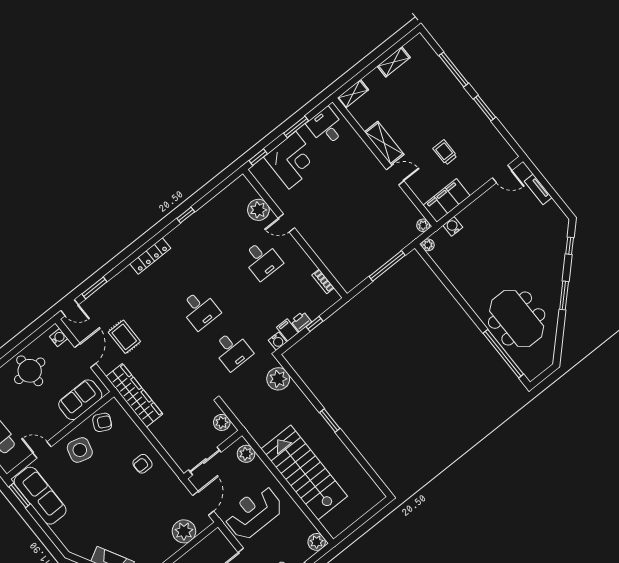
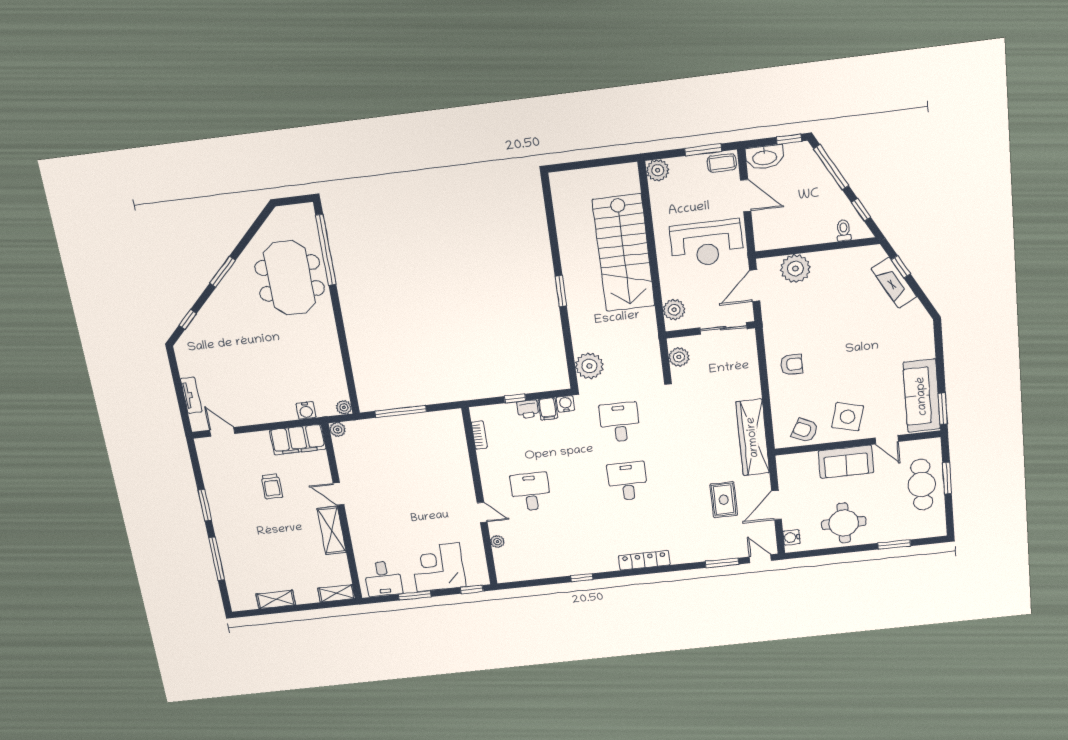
plant: (258, 210) -> (497, 542), width x0.53, depth x0.53
sofa: (80, 400) -> (846, 462), moved

